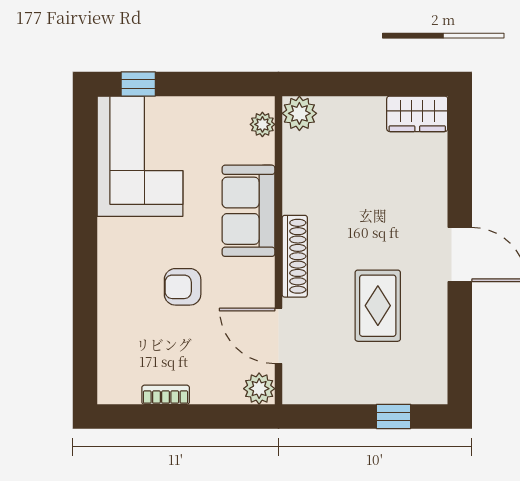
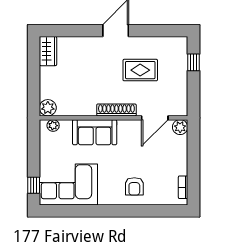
armchair: (183, 287) -> (134, 186), moved
bookcase: (166, 395) -> (183, 187), moved

